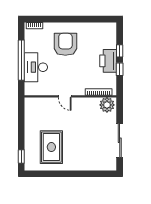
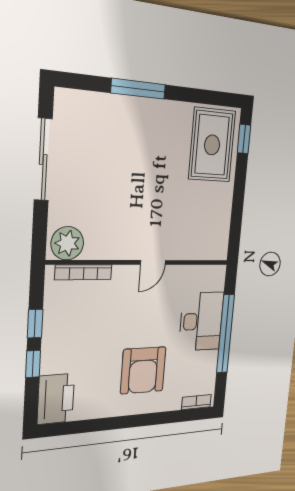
printer: (108, 61) -> (56, 399), moved
door: (65, 96) -> (153, 262), swing flipped
rug: (51, 147) -> (212, 145), moved
window: (78, 174) -> (138, 89), added

